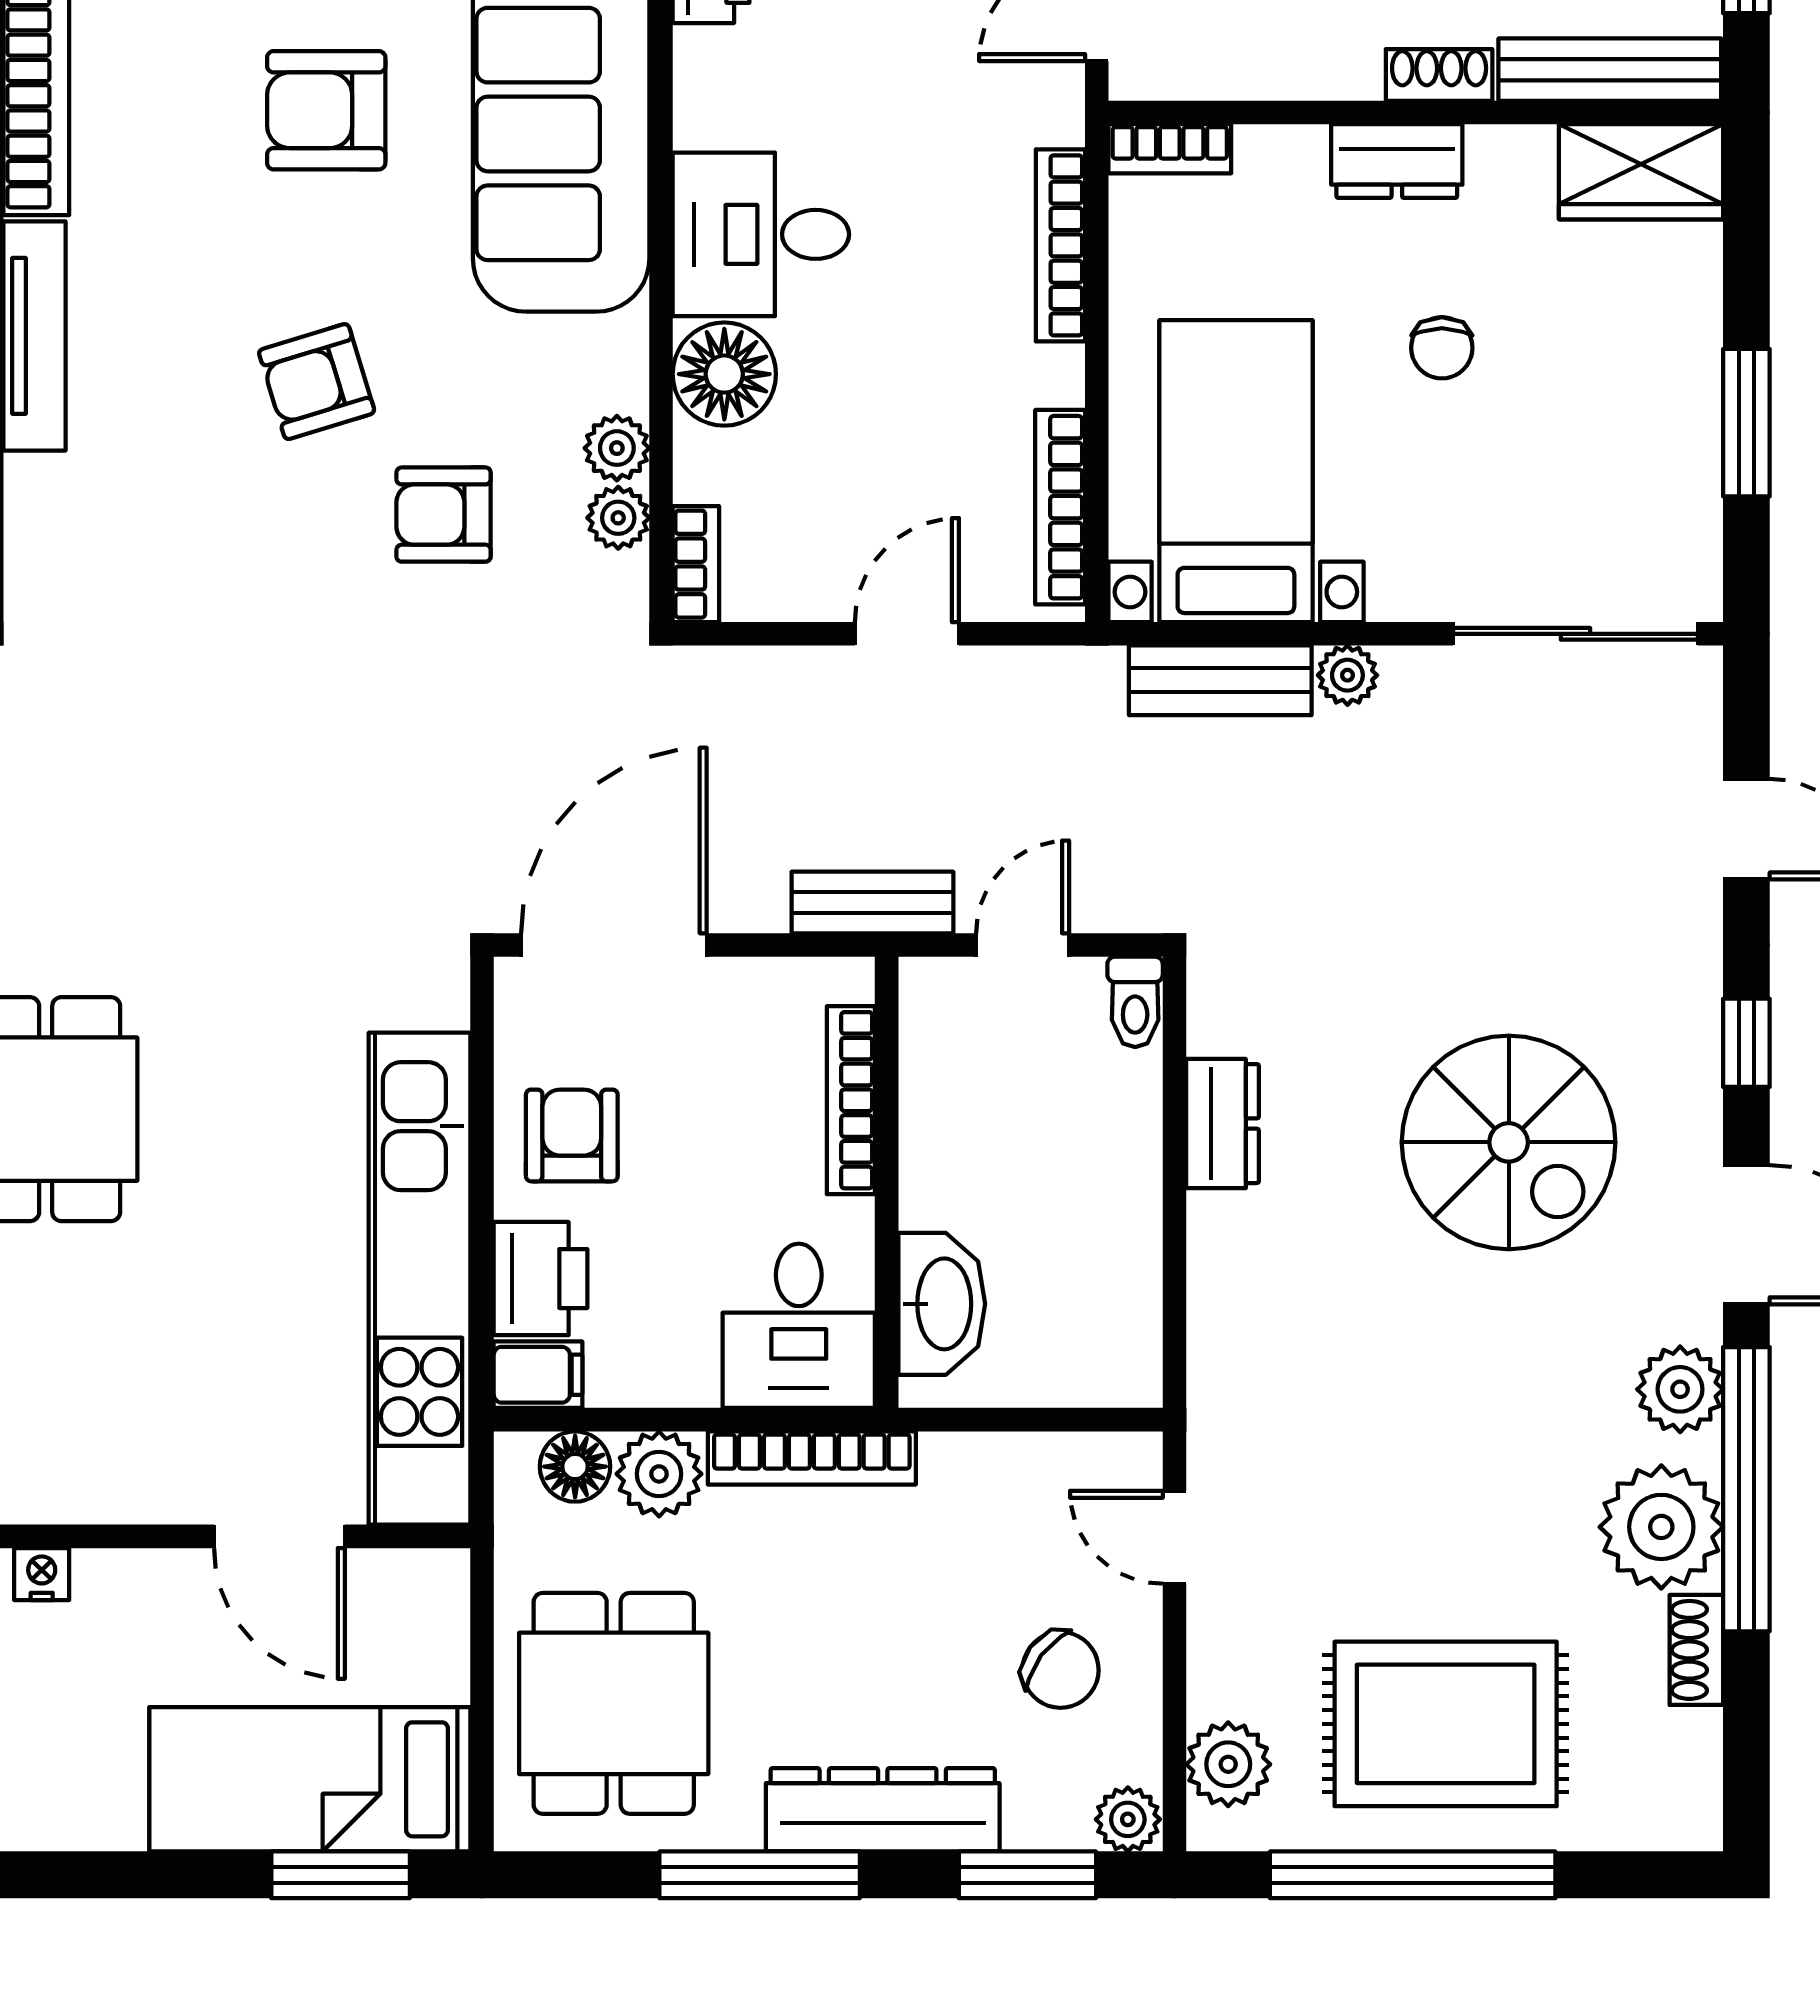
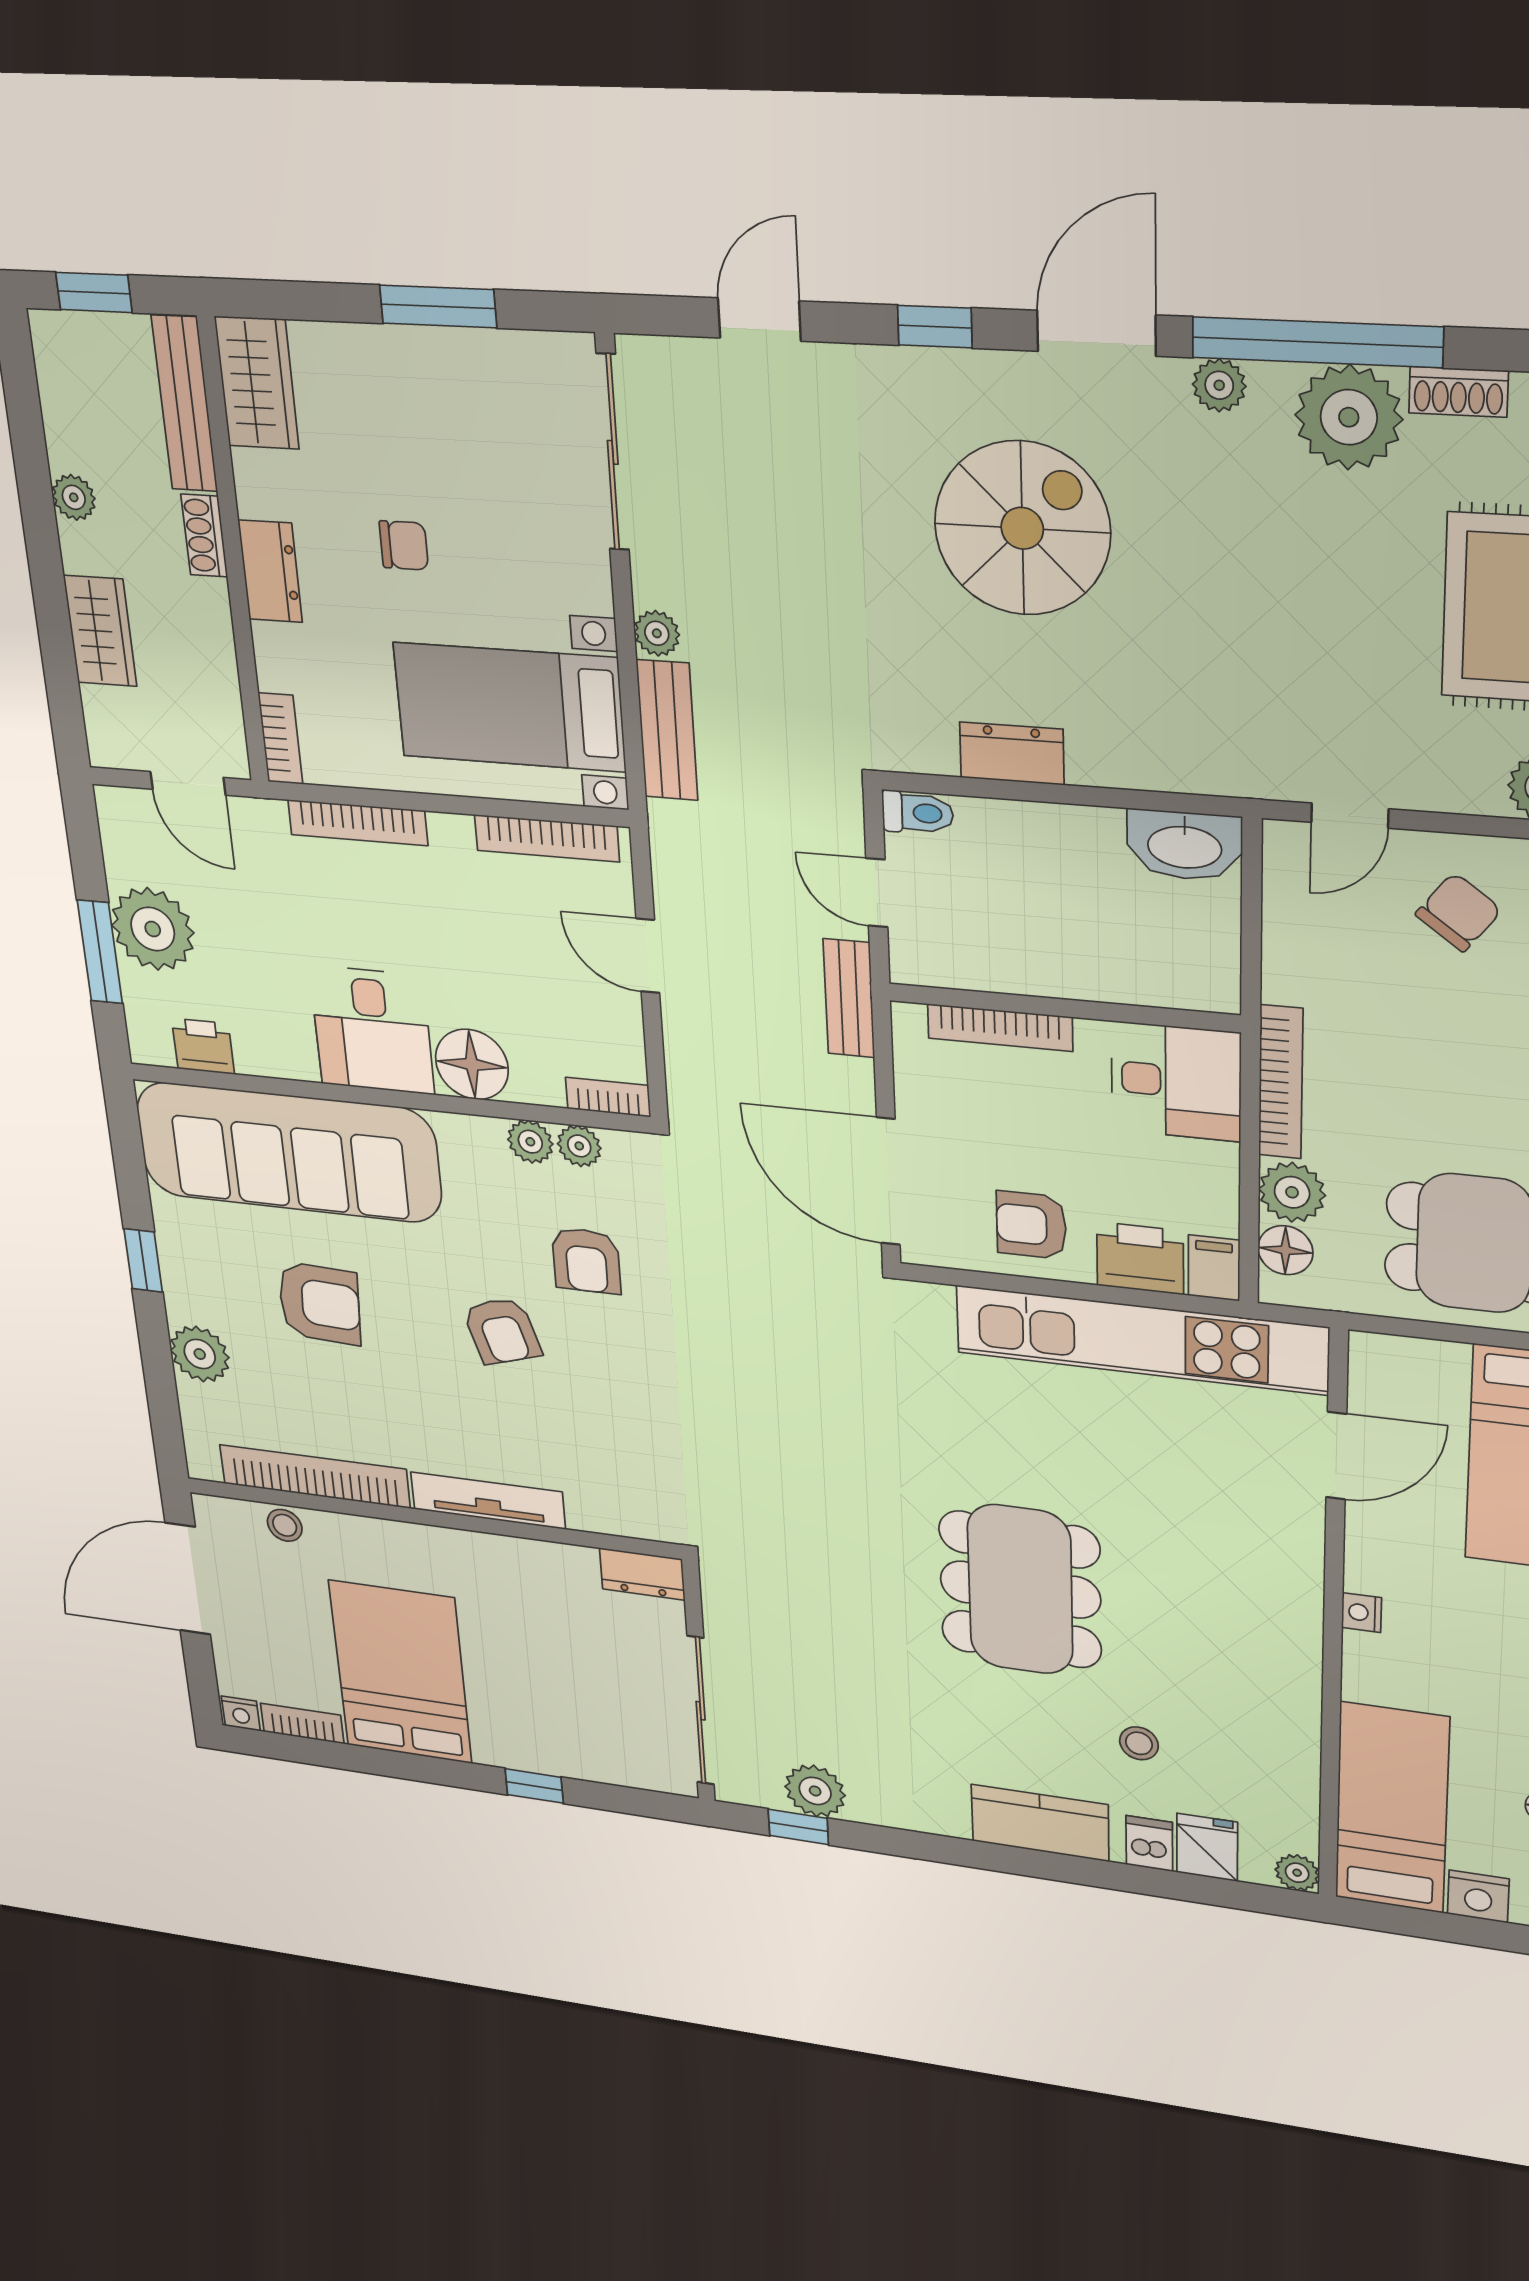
armchair: (326, 110) -> (320, 1303), turned -87
washbasin: (942, 1304) -> (1185, 845), moved, turned 180
plant: (1680, 1389) -> (1219, 385), width x0.73, depth x0.73

